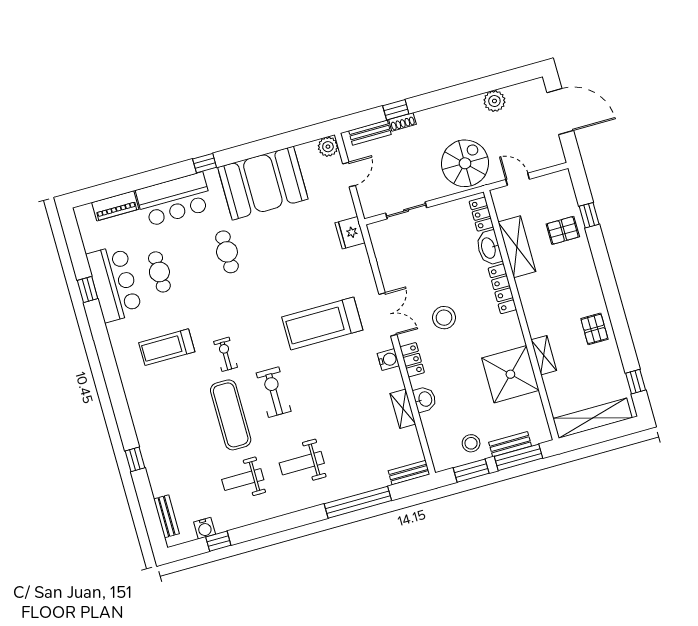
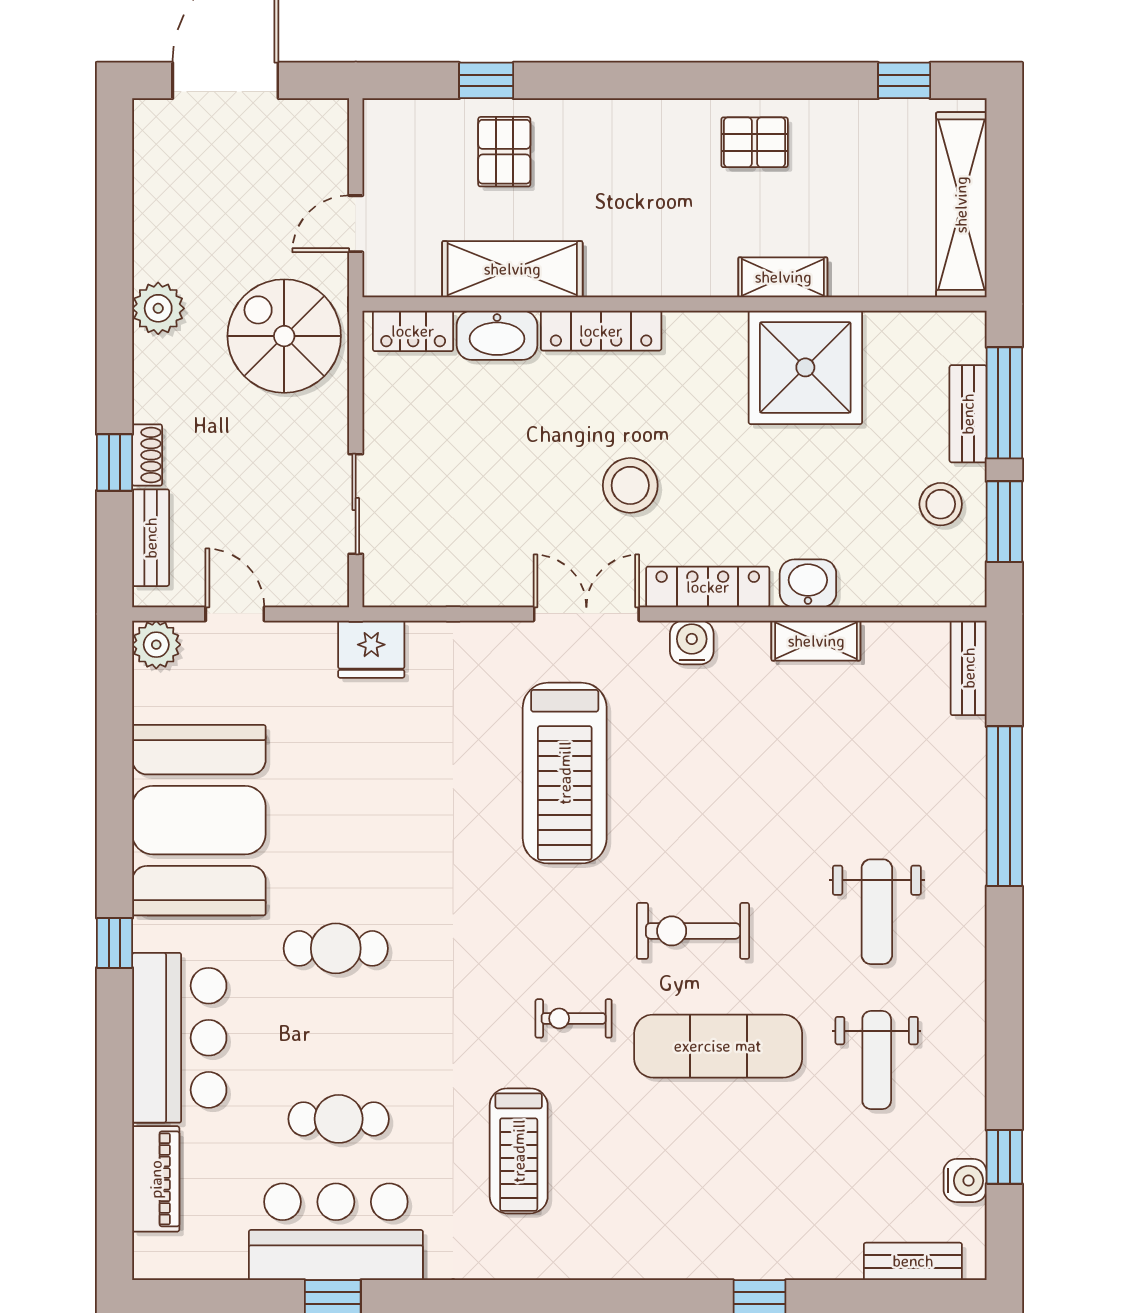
plant: (494, 101) -> (158, 308), moved
locker: (412, 360) -> (708, 587), width x1.53

